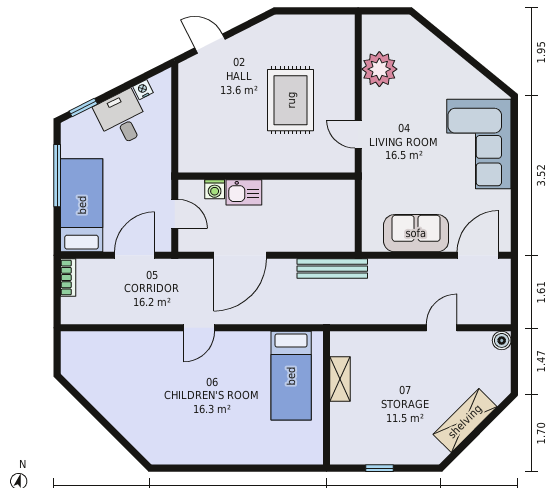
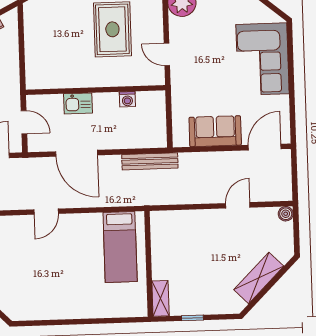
washing machine: (215, 189) -> (127, 99), moved
door: (240, 255) -> (77, 153), hinge flipped
shelving: (340, 379) -> (161, 298), moved

